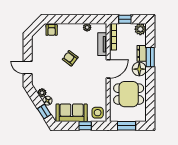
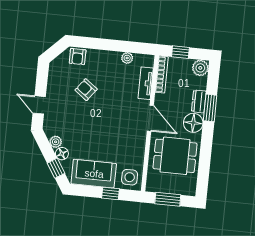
armchair: (70, 58) -> (86, 90), moved
door: (108, 69) -> (150, 118), hinge flipped

